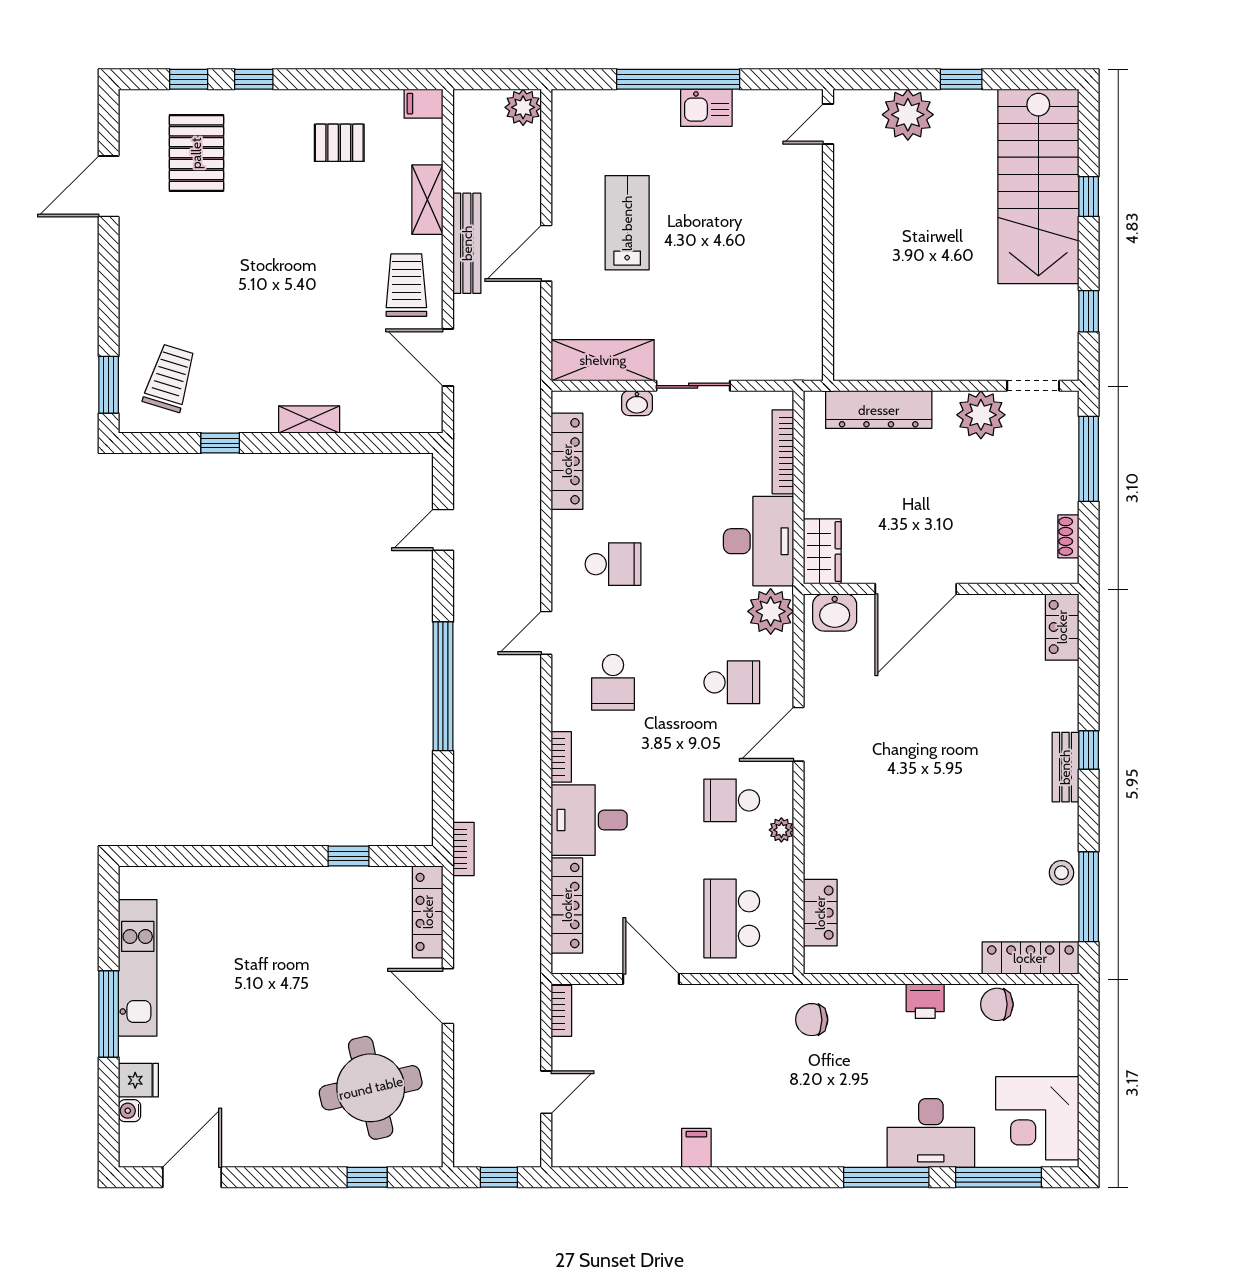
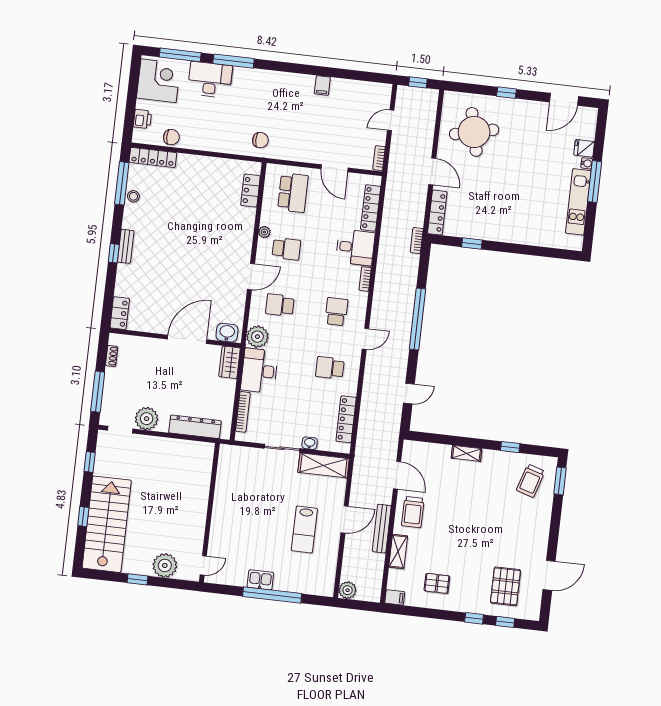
printer: (925, 1001) -> (142, 119), moved, turned 90
water cooler: (130, 1111) -> (587, 163), moved
window: (367, 1177) -> (507, 93), moved

